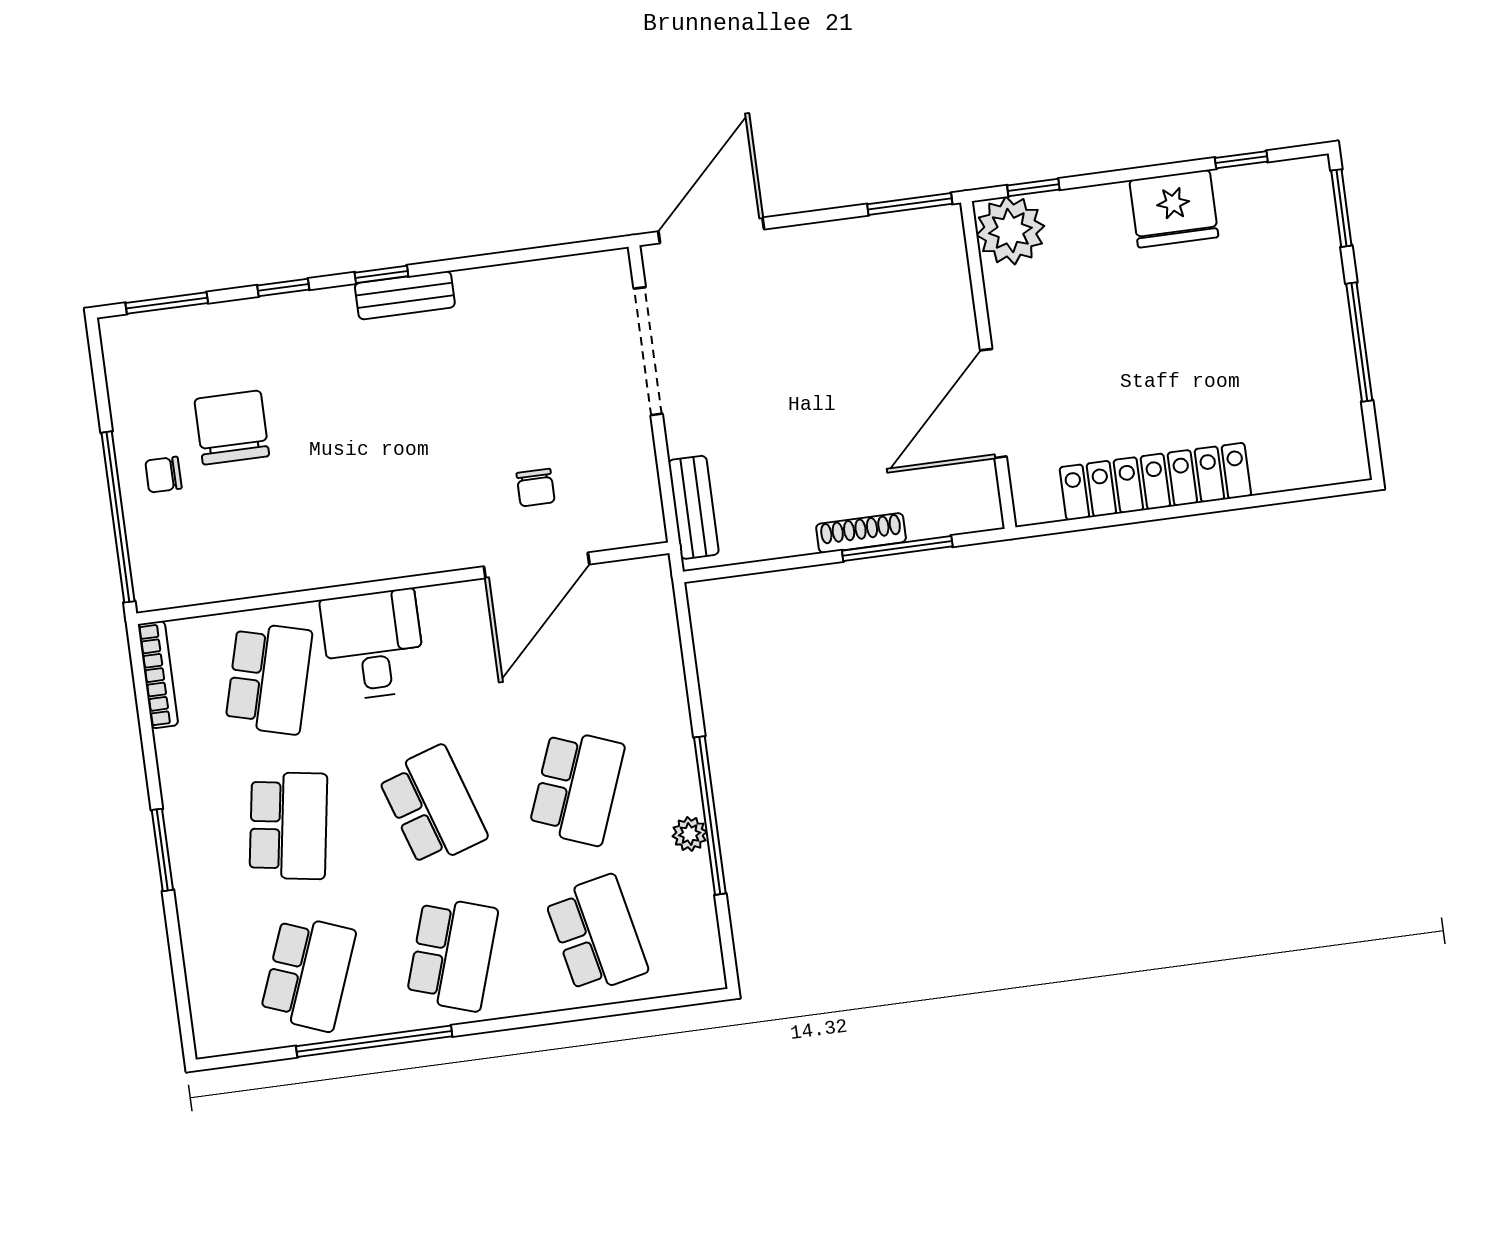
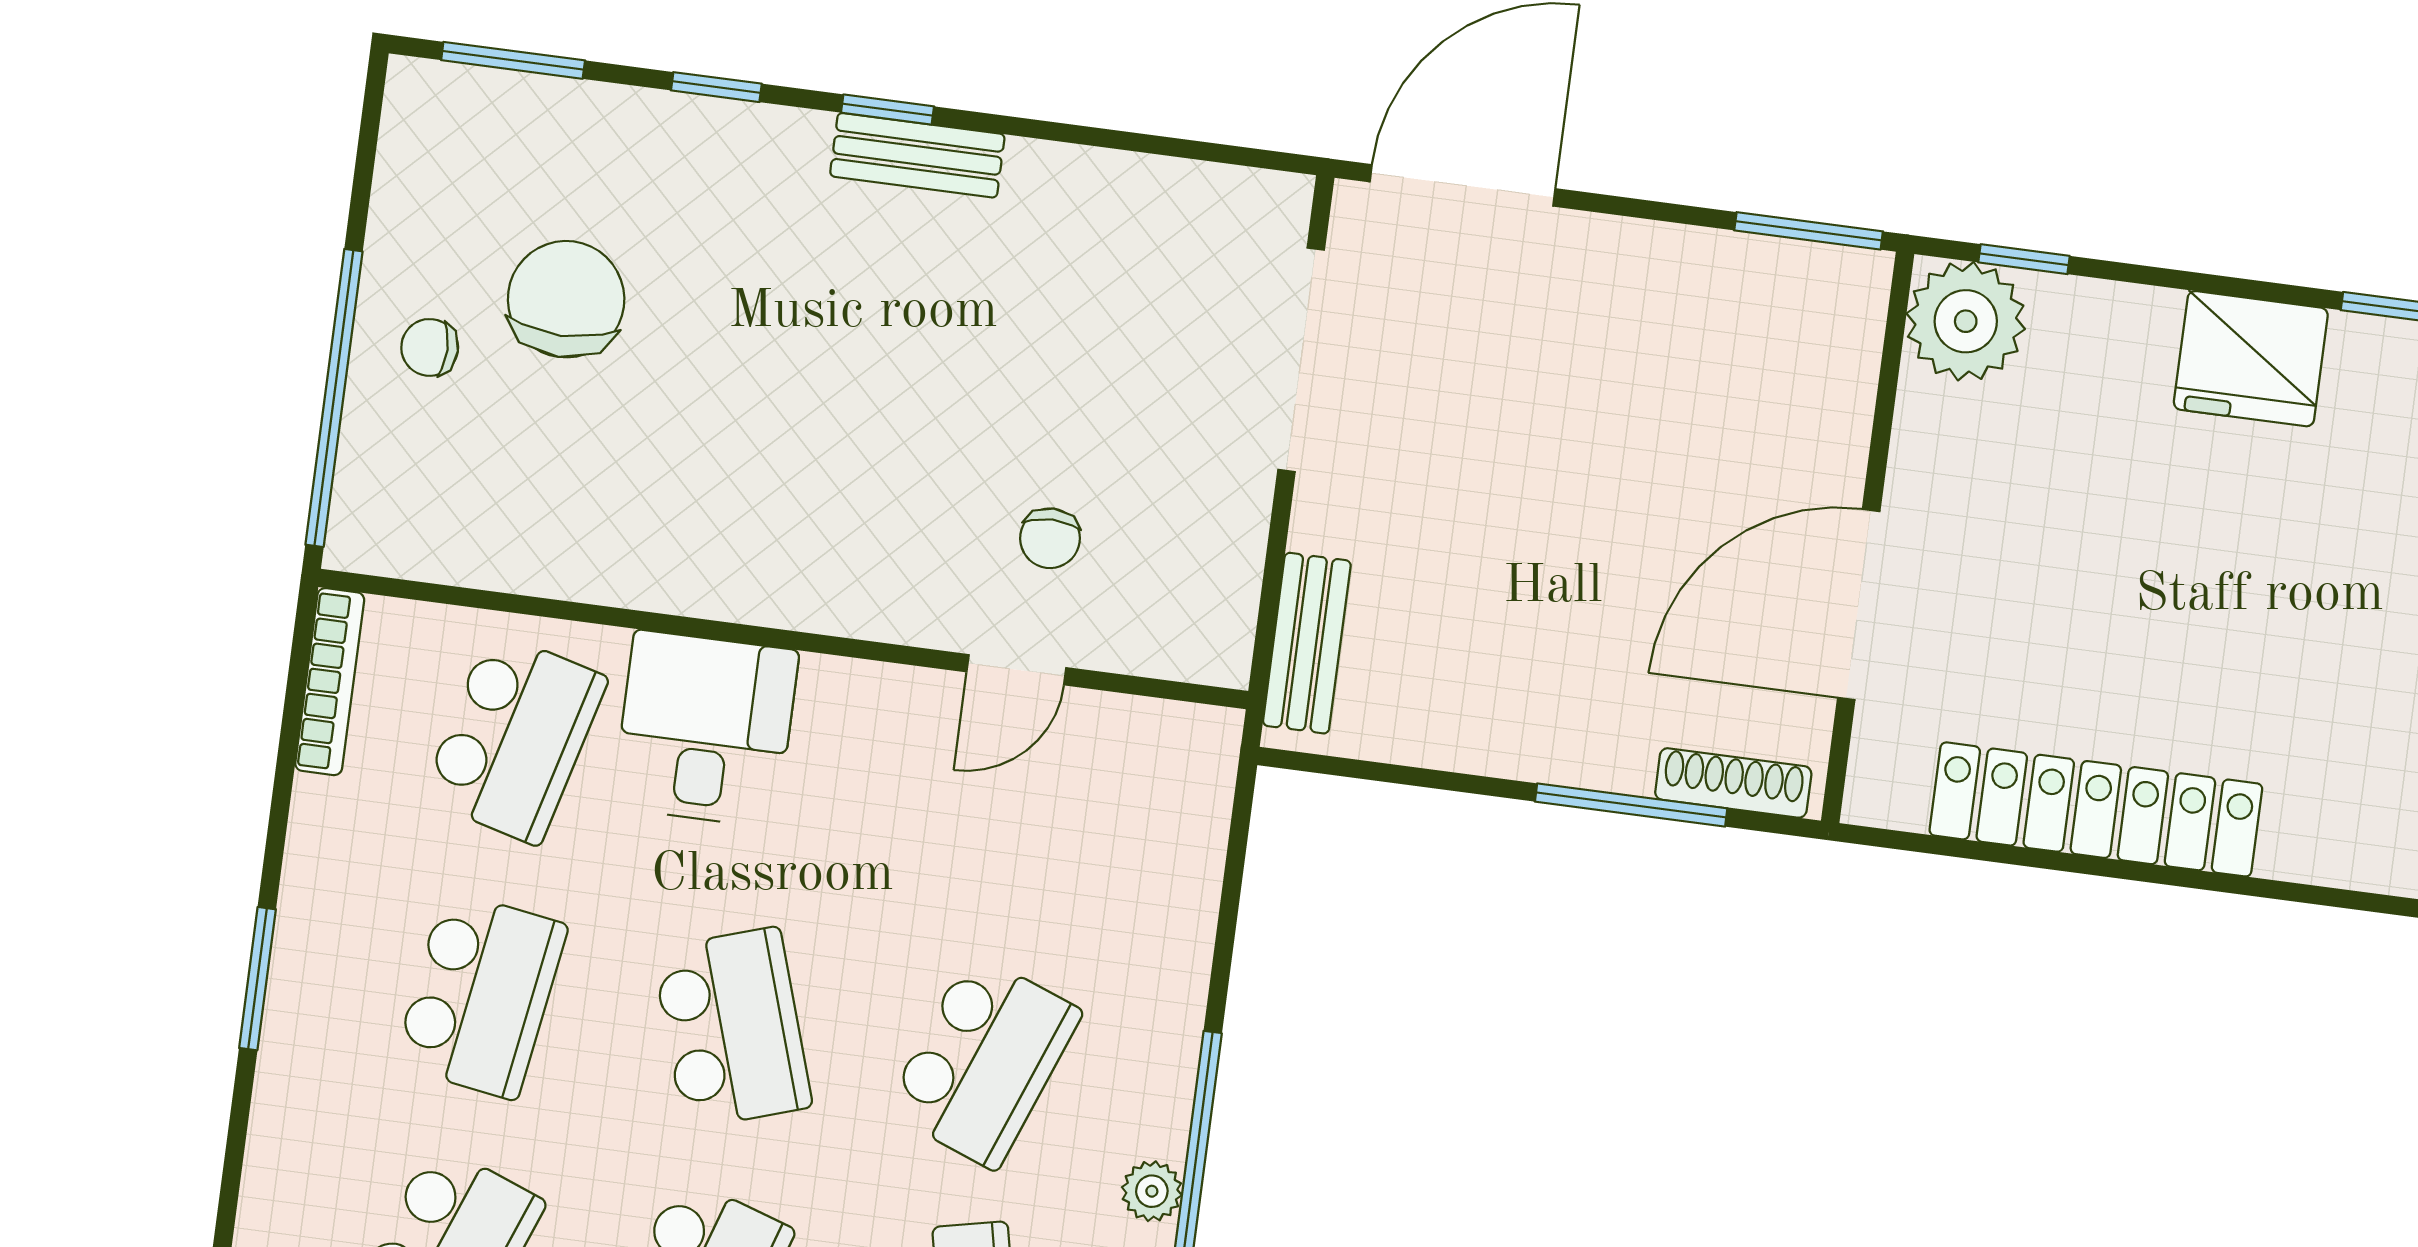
shoe rack: (861, 533) -> (1733, 783), moved
door: (537, 565) -> (1016, 670), width x0.53

